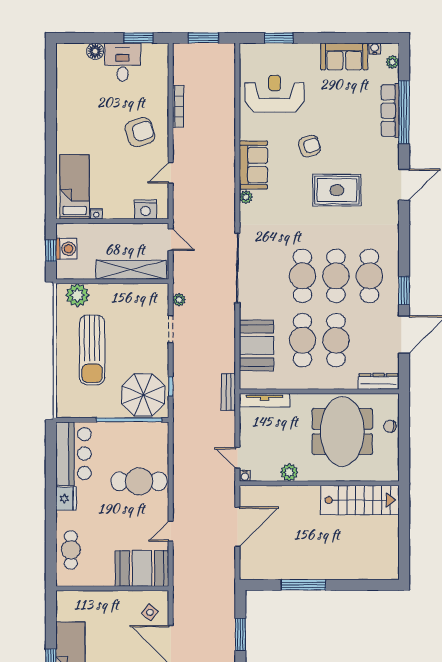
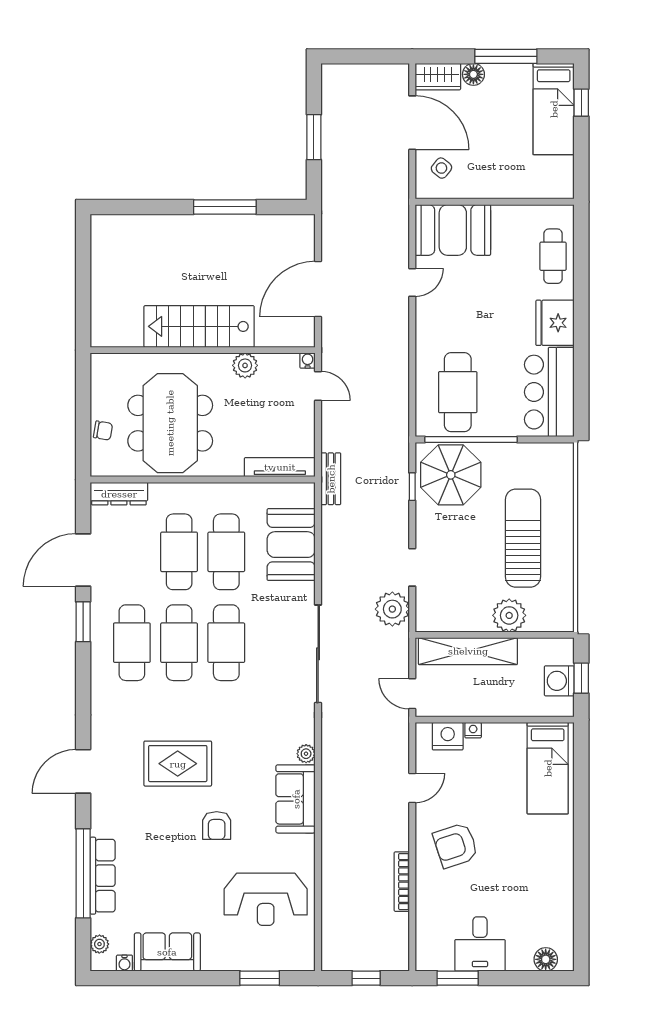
window: (203, 38) -> (366, 978), width x0.67
floor lamp: (95, 51) -> (546, 959), moved
armchair: (309, 146) -> (217, 826), turned -73
nightstand: (96, 214) -> (473, 730), moved
plant: (77, 295) -> (509, 615), moved
plant: (179, 300) -> (392, 609), width x1.87, depth x1.87
cafe table: (139, 481) -> (458, 392), moved, turned 90
fridge: (66, 498) -> (555, 323), width x1.36, depth x1.34
stairs: (360, 500) -> (199, 326), moved

